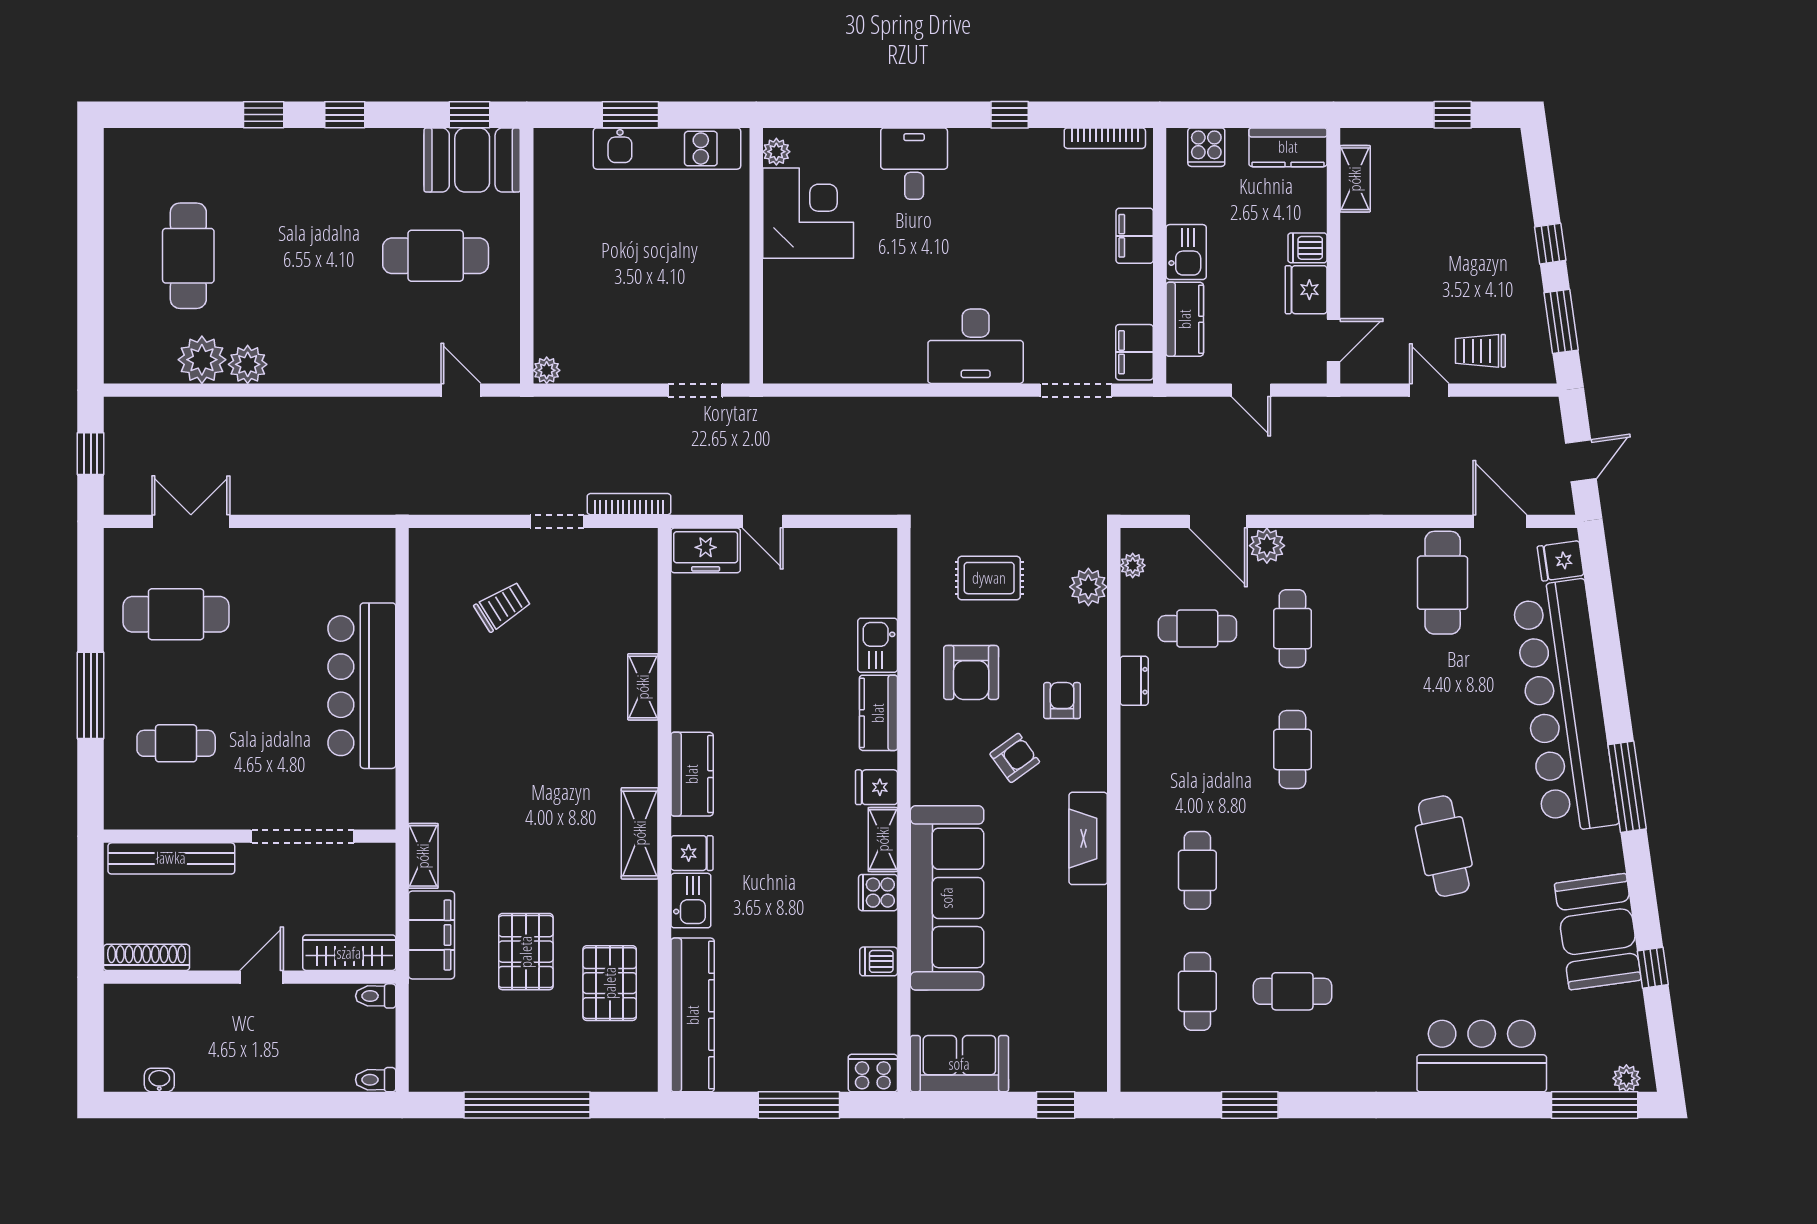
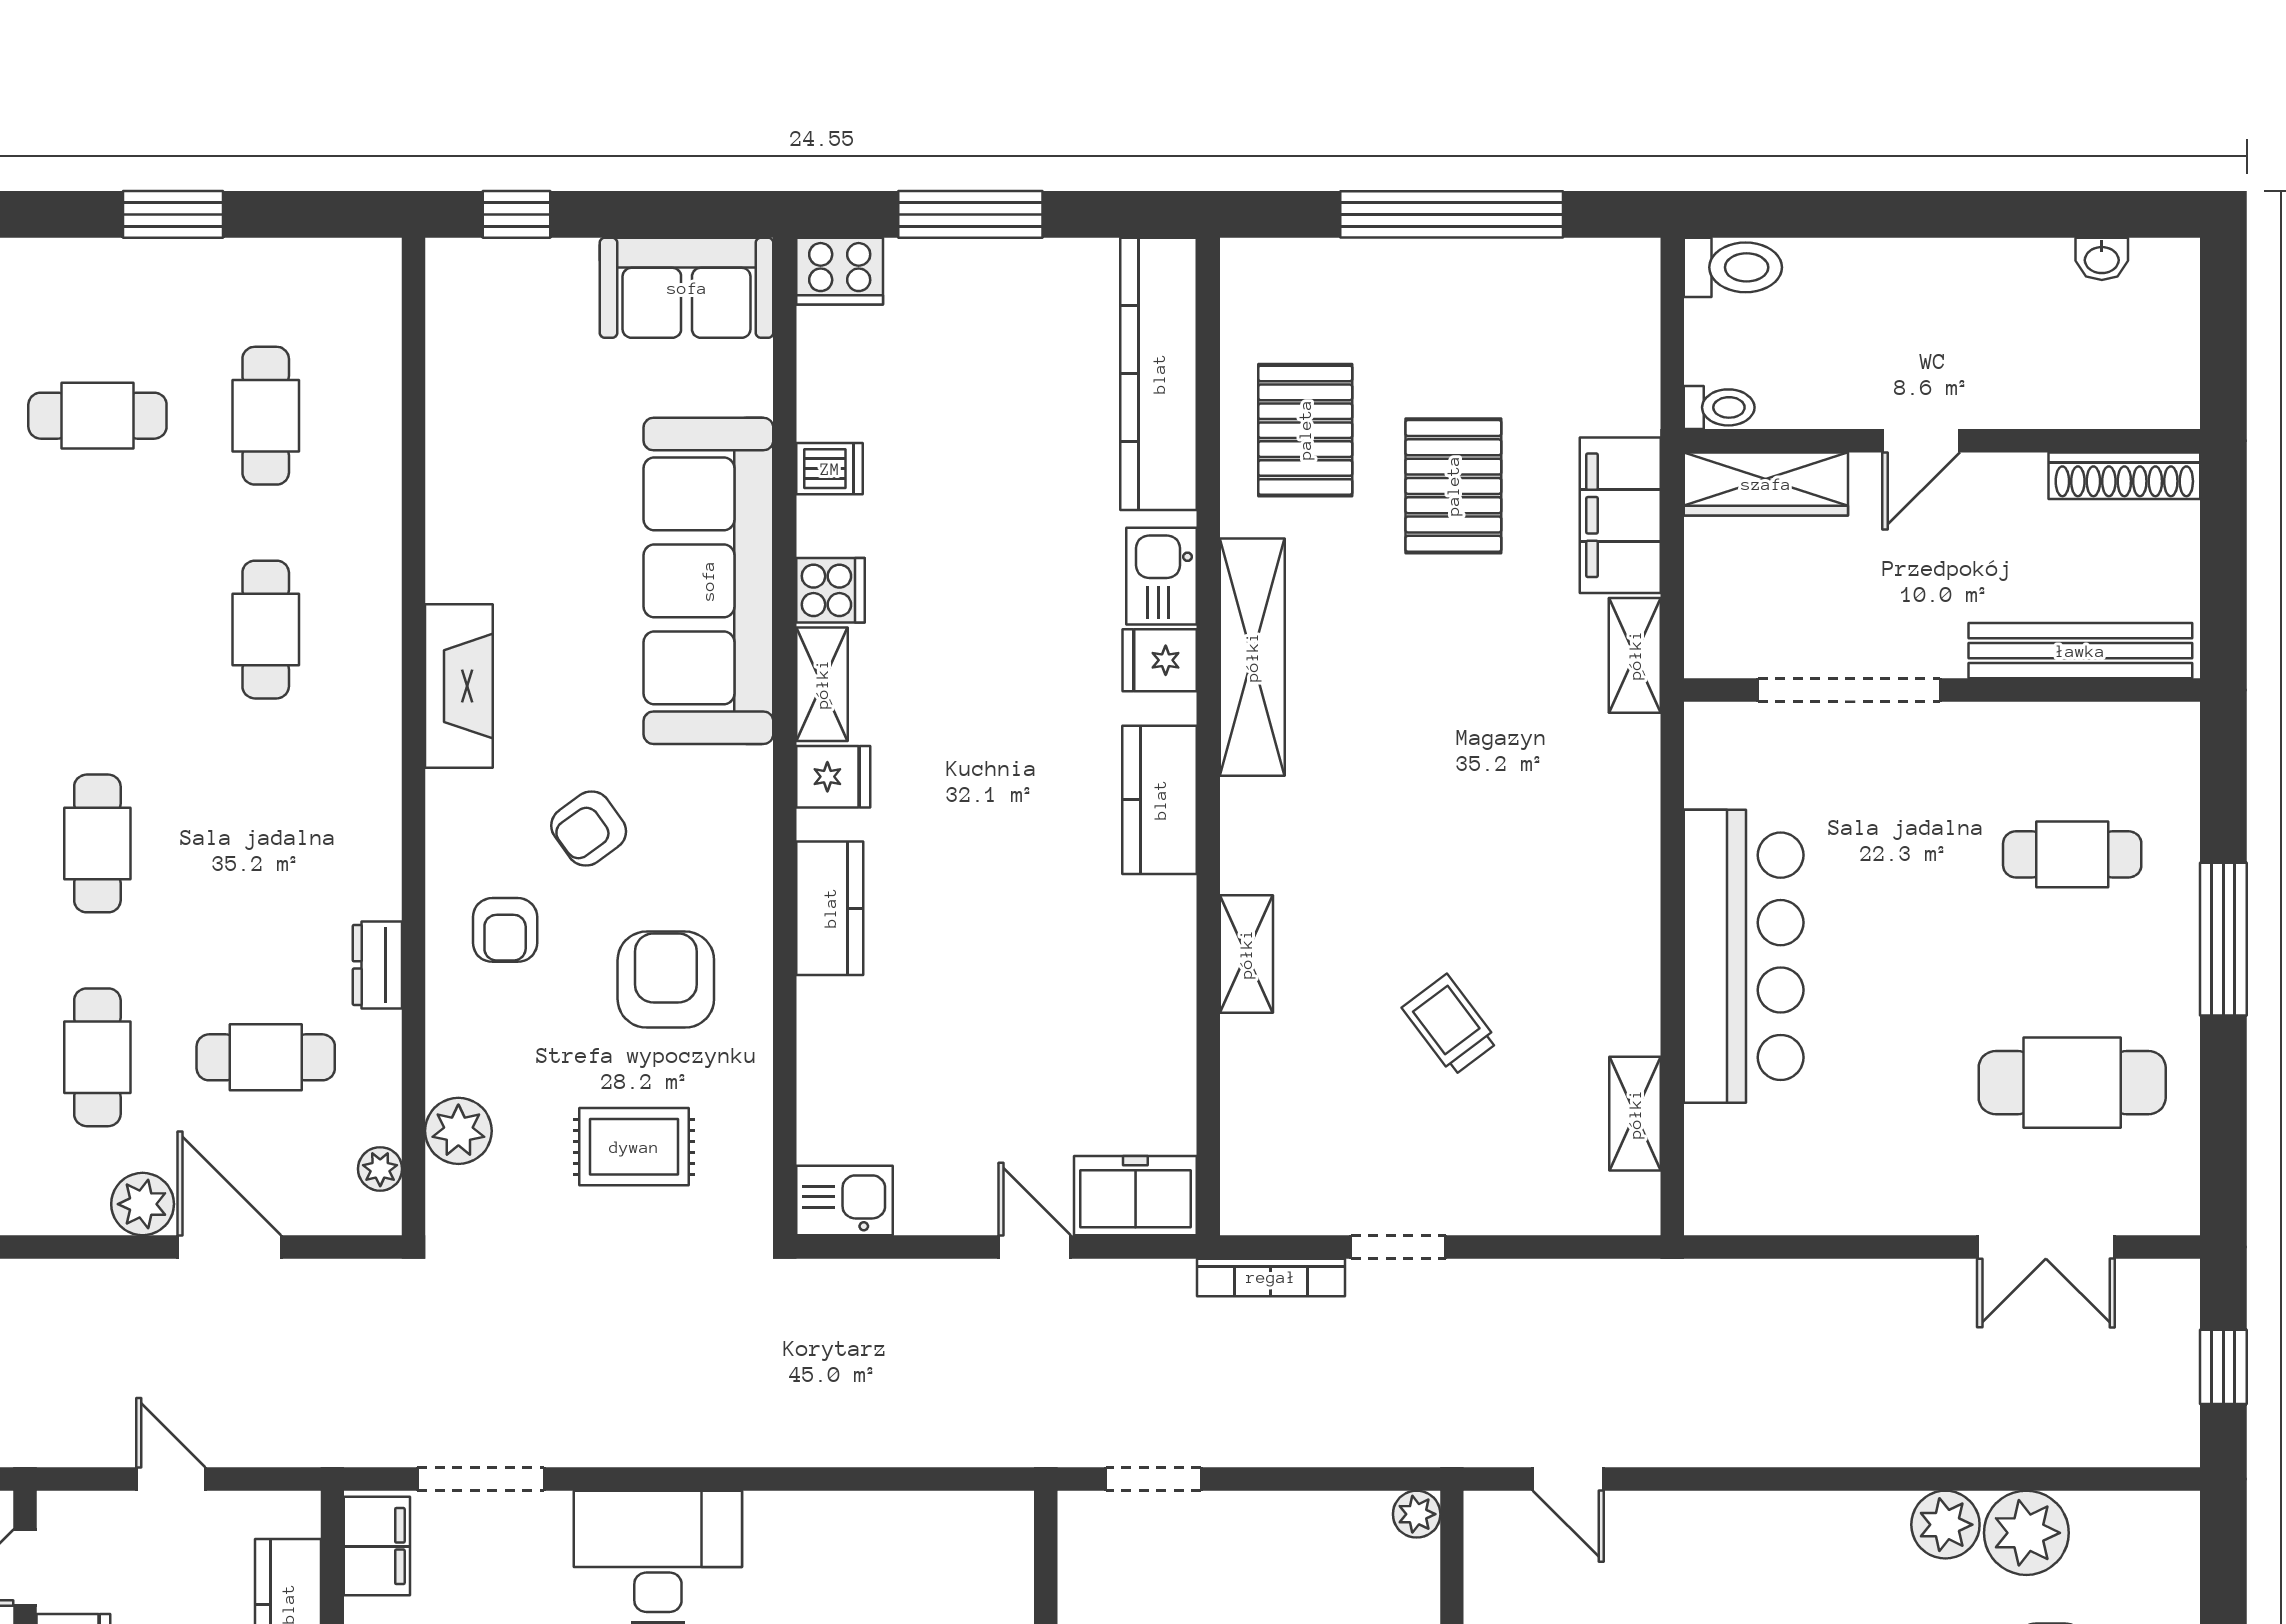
shelving: (423, 597) -> (1635, 1114), added
trolley: (502, 606) -> (1450, 1025), moved, turned 85
kitchen sink: (878, 645) -> (845, 1200), moved, turned -90
shelving: (640, 833) -> (1252, 657), width x1.47
toilet: (376, 1080) -> (1733, 267), width x1.37, depth x1.39

